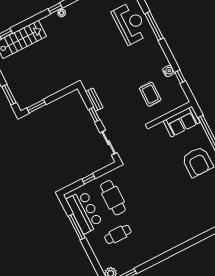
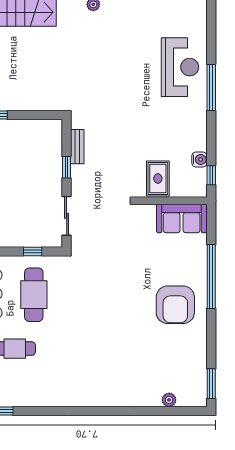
wall: (171, 114) -> (172, 201), moved
sofa: (182, 122) -> (182, 218), moved
window: (89, 179) -> (33, 251), moved

